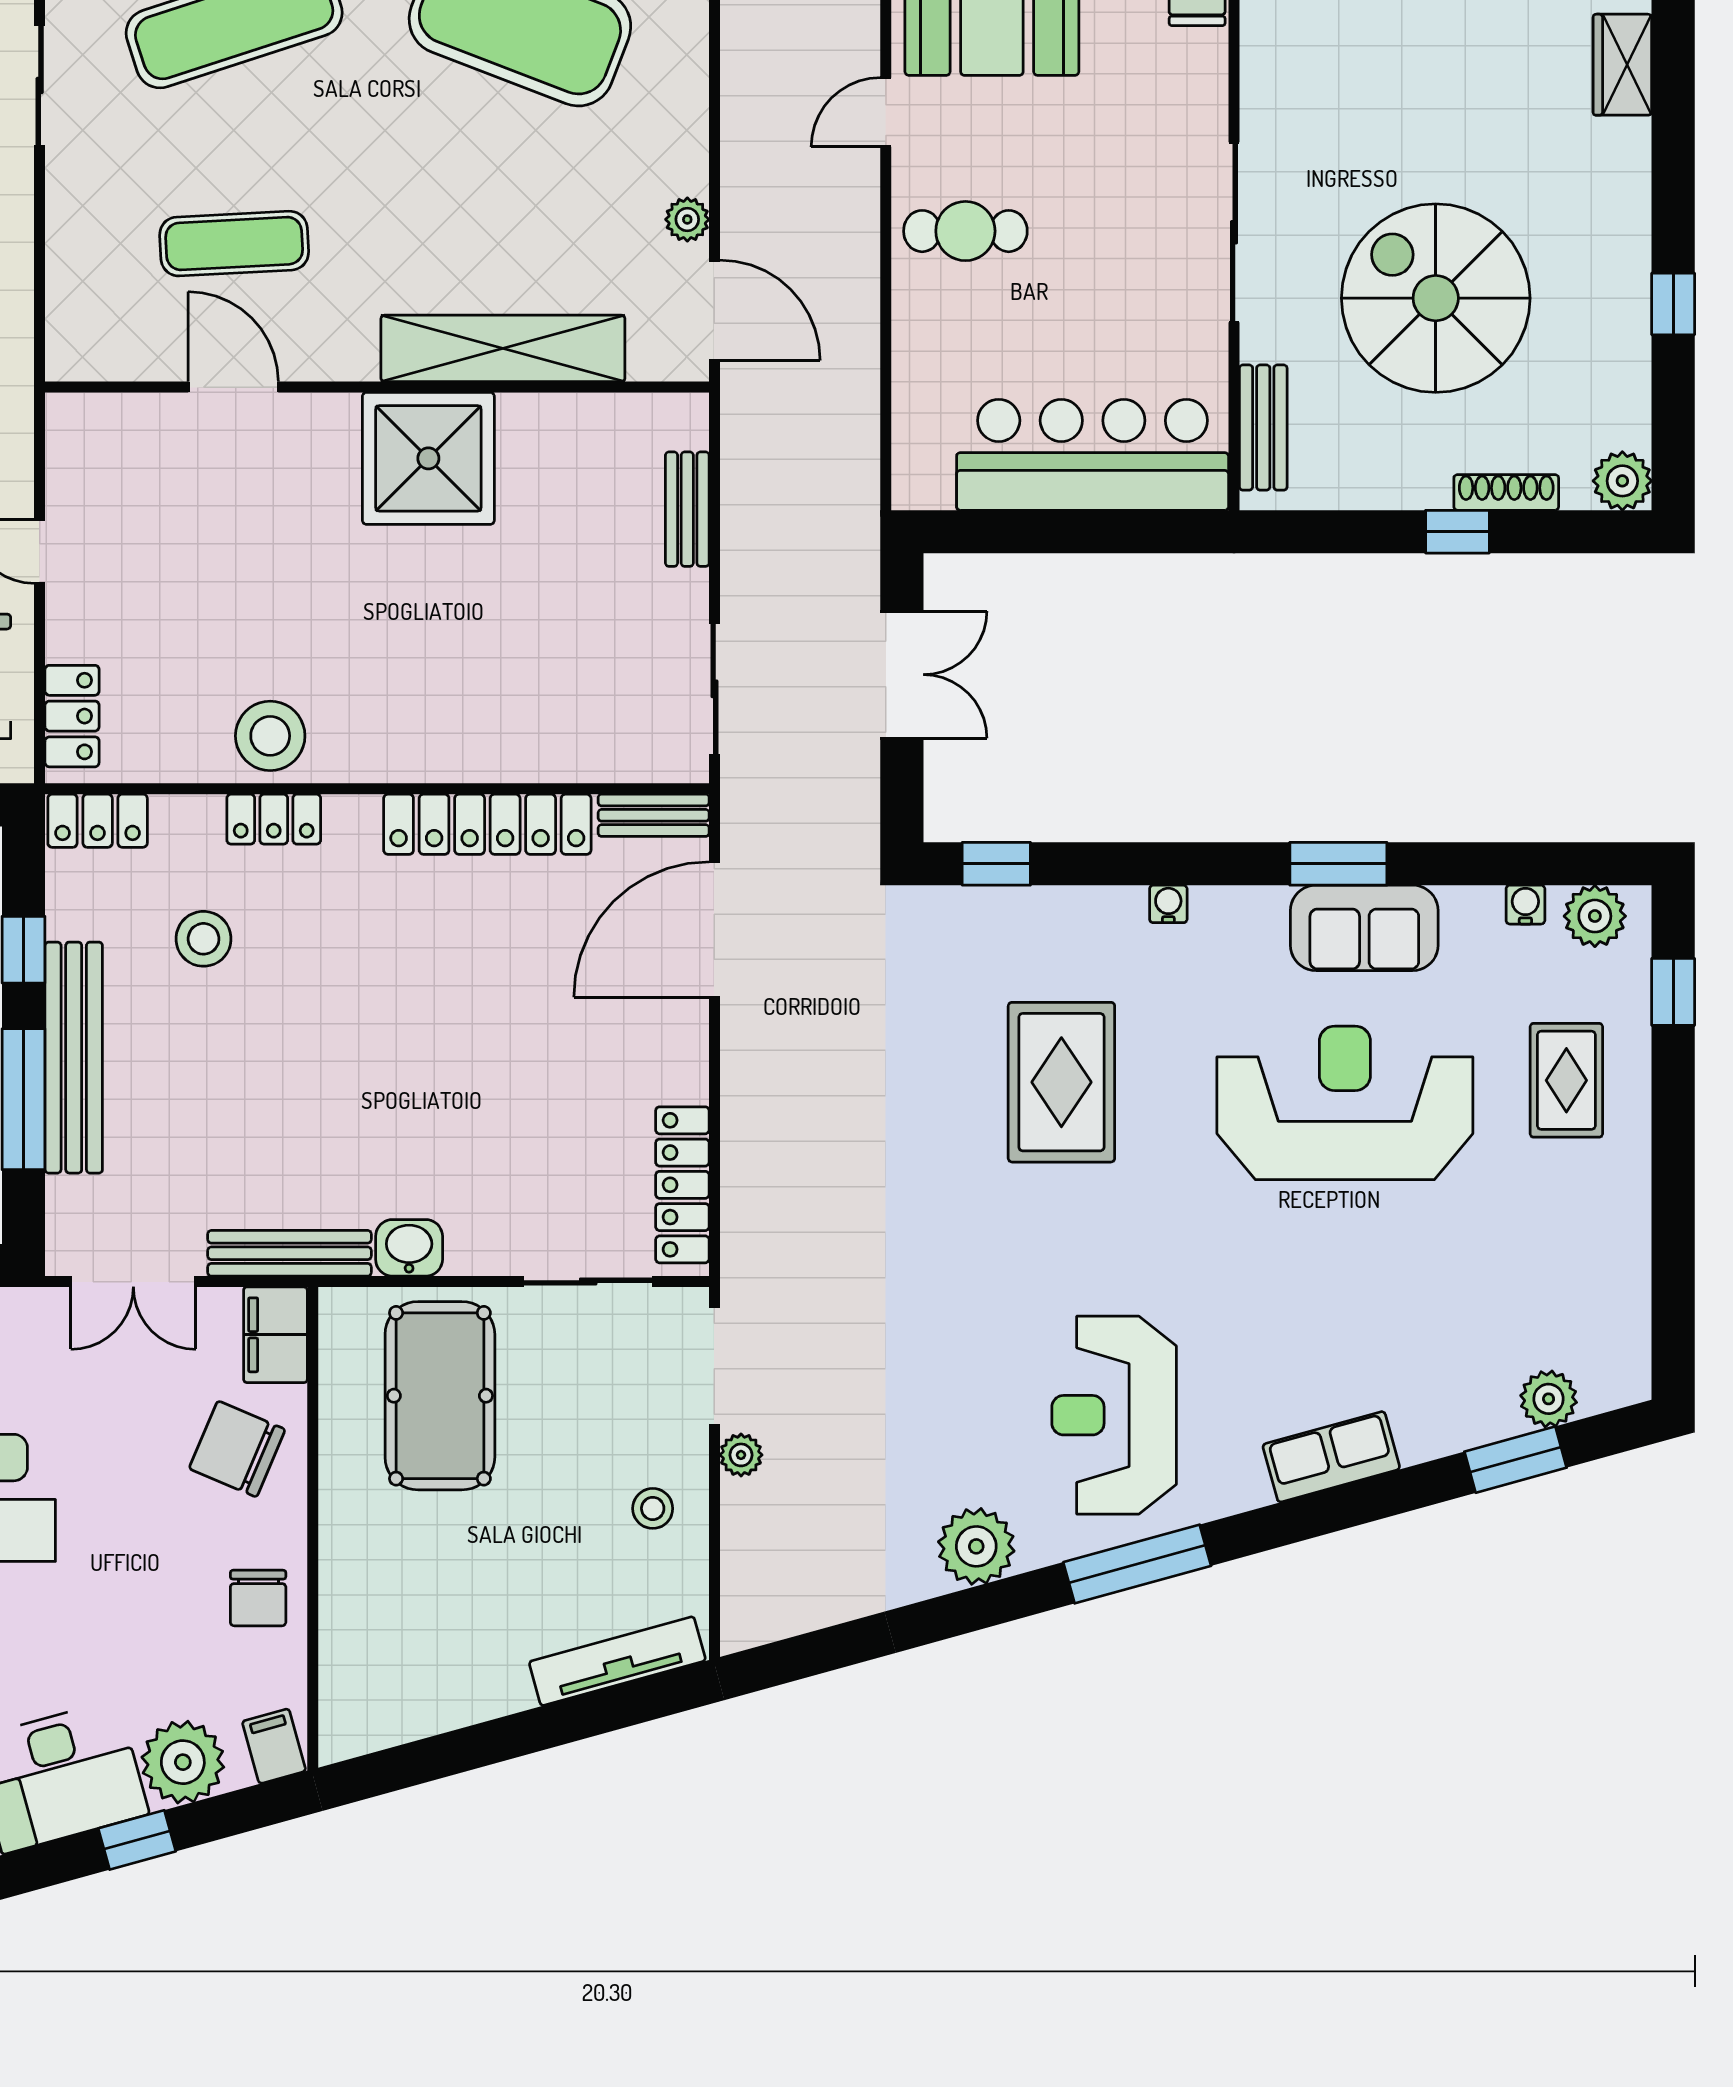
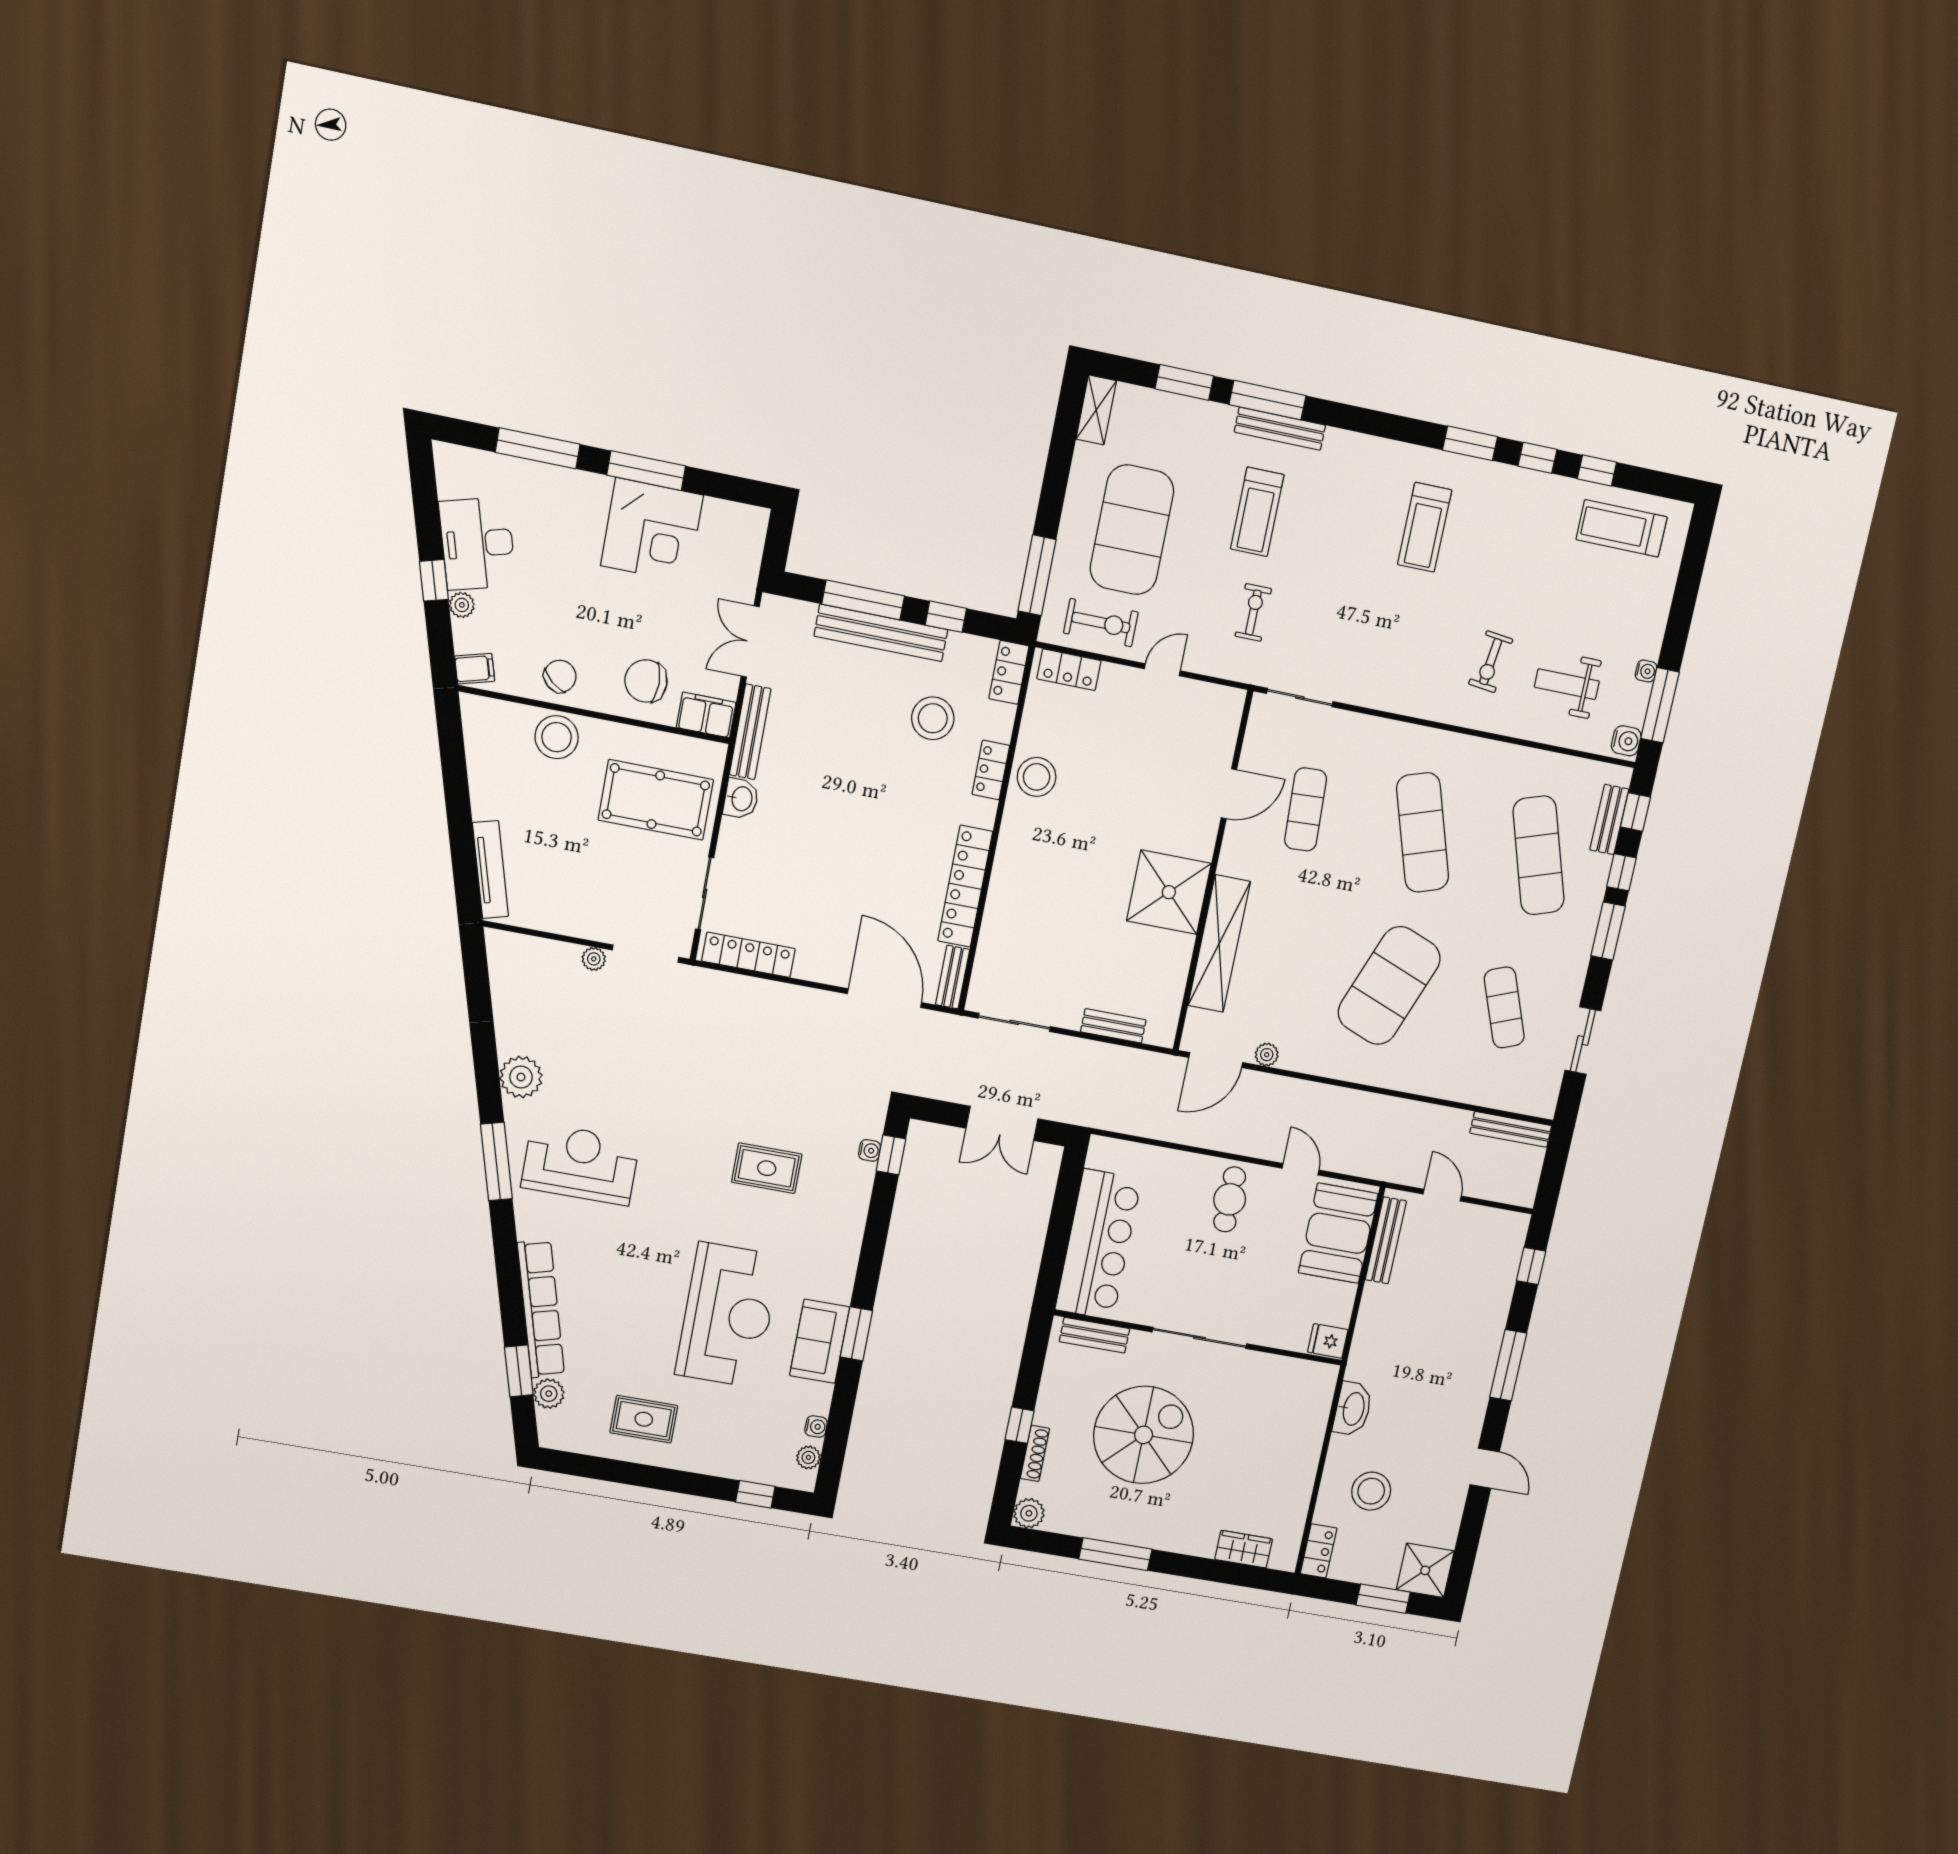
sliding door: (40, 86) -> (1300, 697), moved
window: (1673, 304) -> (1115, 1554), width x2.17
water cooler: (1168, 904) -> (870, 1150), moved
plant: (1595, 916) -> (808, 1457), width x0.73, depth x0.73
stool: (204, 939) -> (933, 718), width x1.38, depth x1.38
rug: (1566, 1080) -> (644, 1419), moved
rug: (1061, 1082) -> (767, 1168), width x0.73, depth x0.70
chair: (237, 1449) -> (646, 681), turned -113
row of seats: (1331, 1457) -> (541, 1309), width x2.02
stool: (653, 1508) -> (557, 737), moved, width x1.89, depth x1.89
chair: (258, 1598) -> (560, 676), turned 130
plant: (183, 1762) -> (462, 605), width x0.53, depth x0.53

